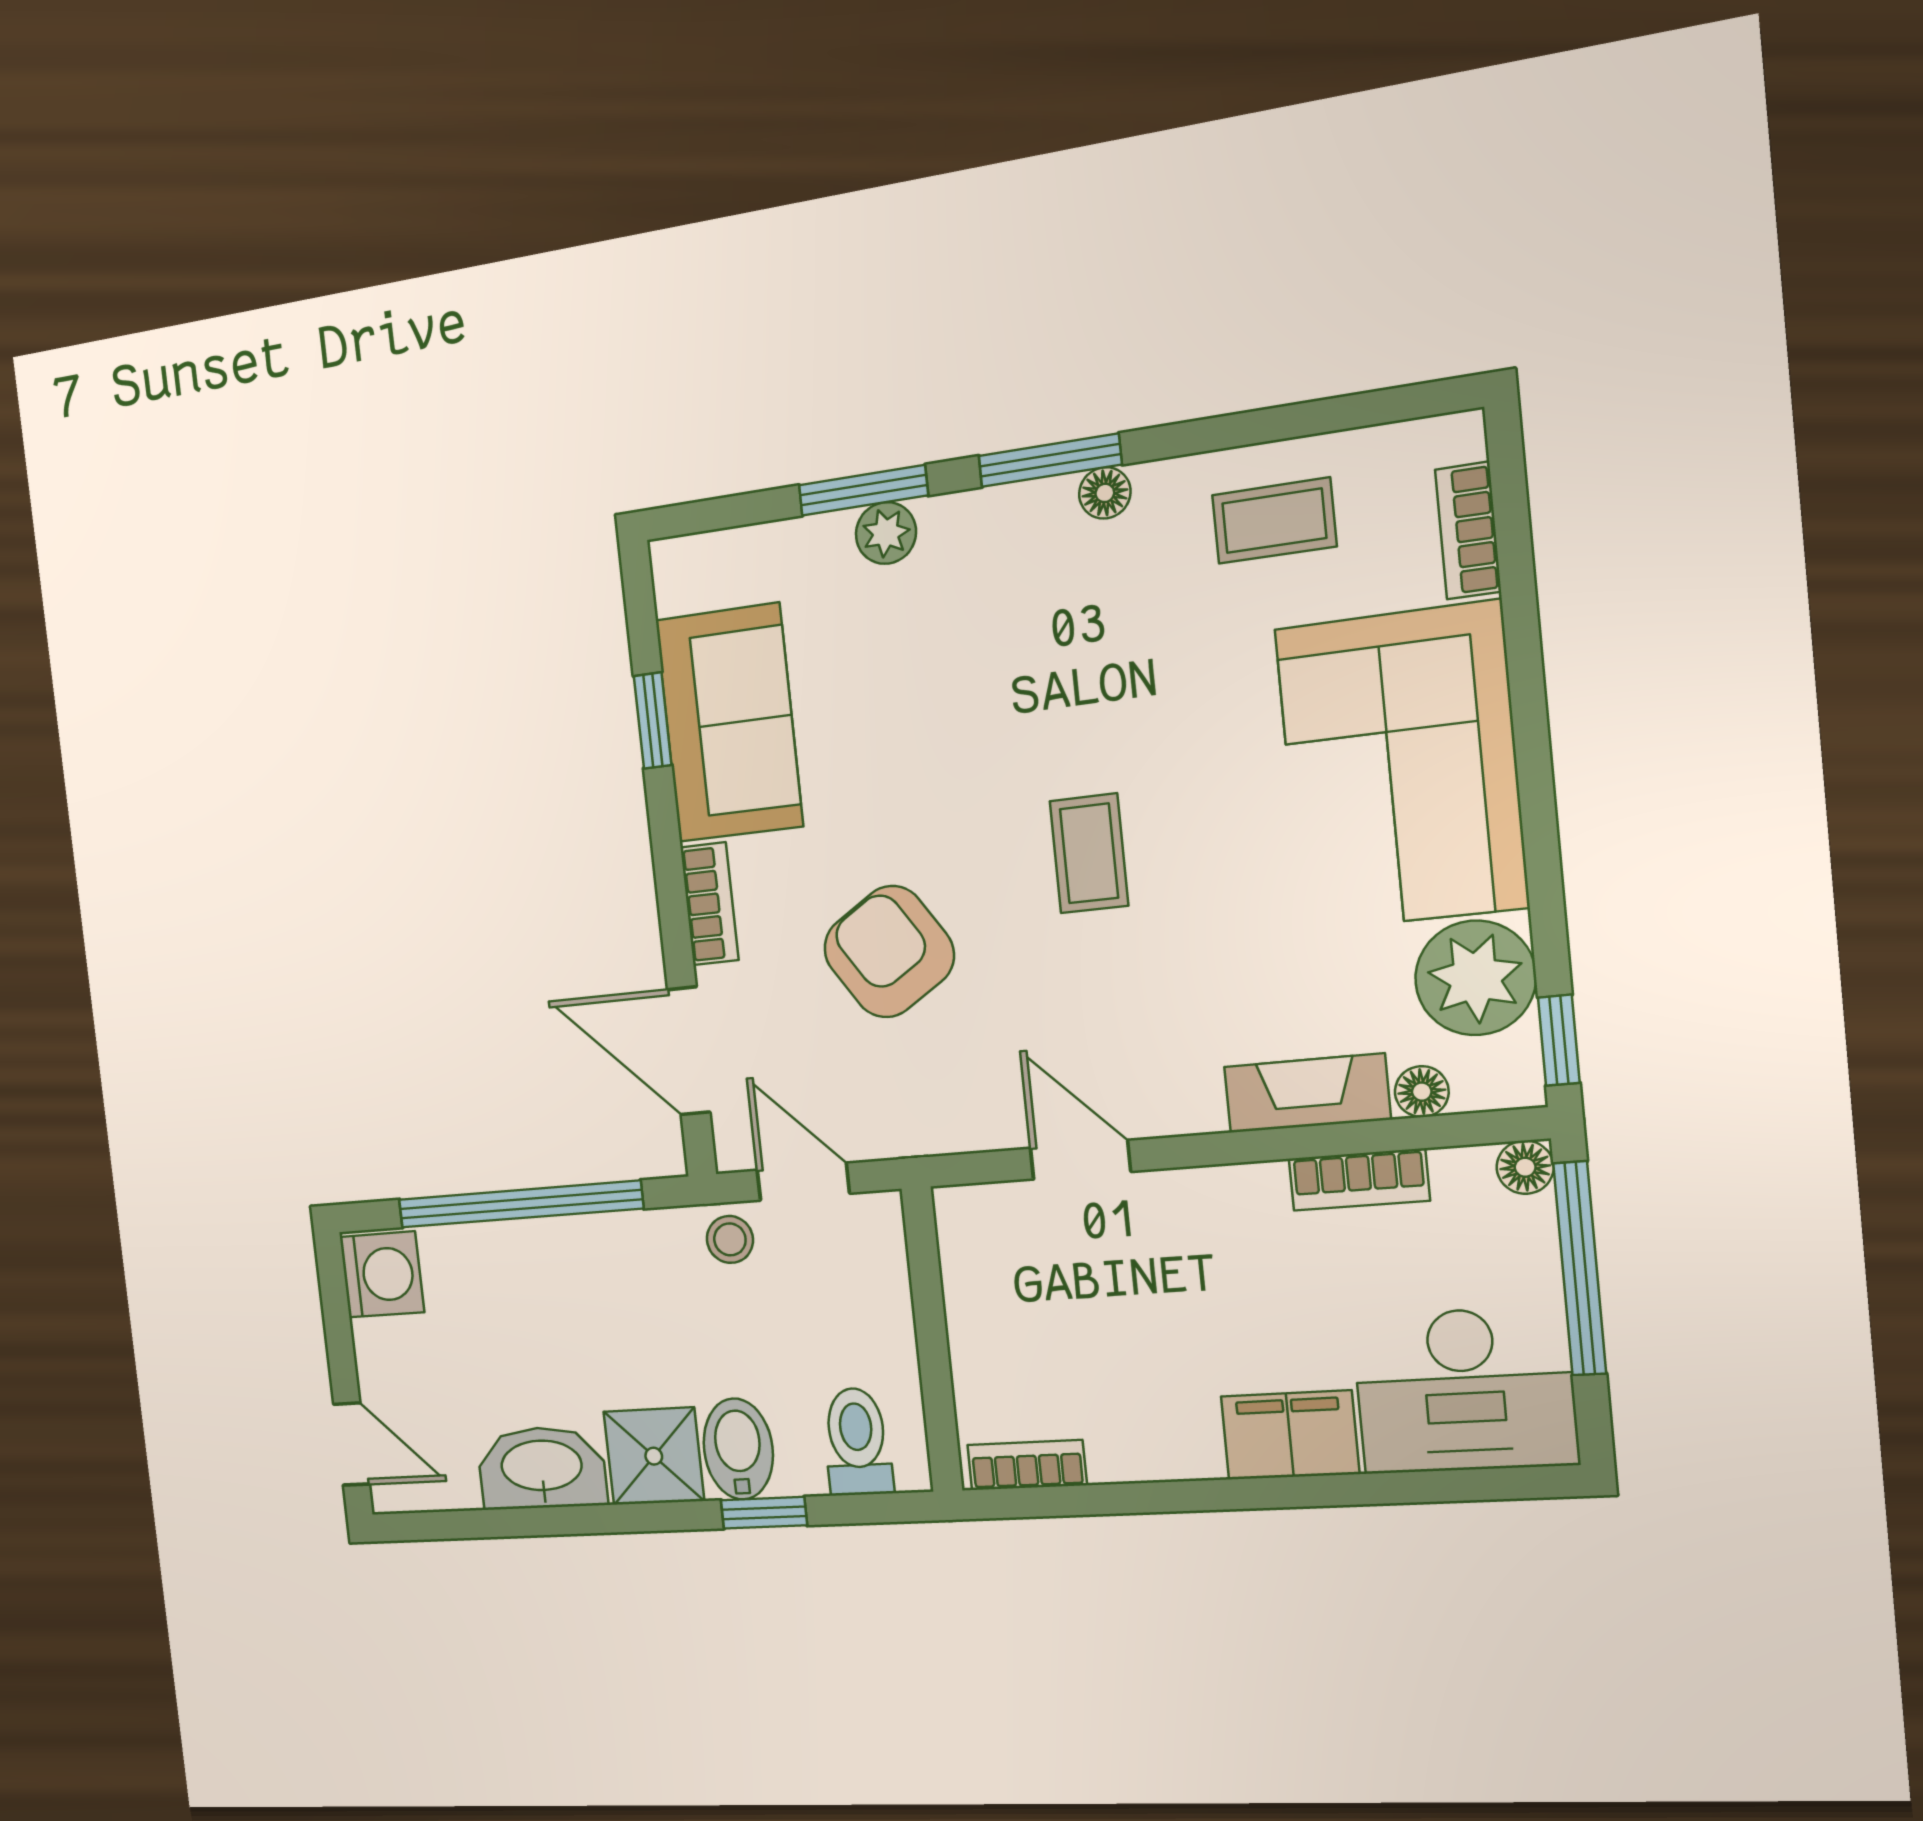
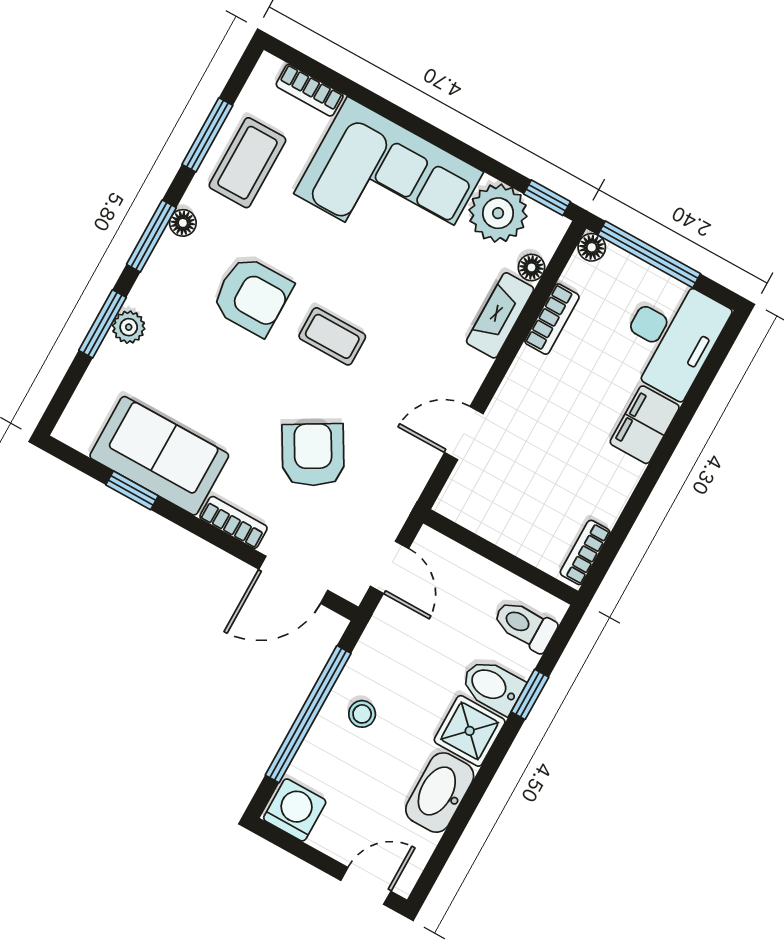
window: (1275, 424) -> (207, 135), added
coffee table: (1274, 521) -> (247, 163), width x1.36, depth x1.30
armchair: (1065, 685) -> (252, 296), added
armchair: (889, 952) -> (313, 455), turned 93
door: (803, 1182) -> (389, 567), swing flipped
stool: (730, 1239) -> (362, 714), moved

